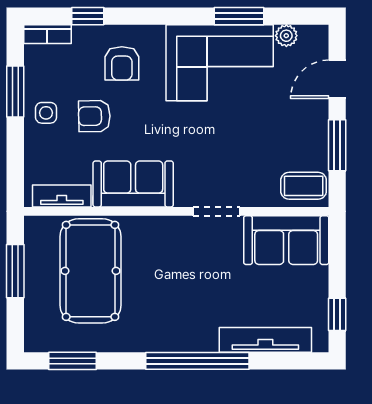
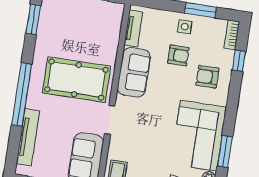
armchair: (94, 116) -> (178, 55), turned 91
pool table: (90, 271) -> (76, 80), moved

